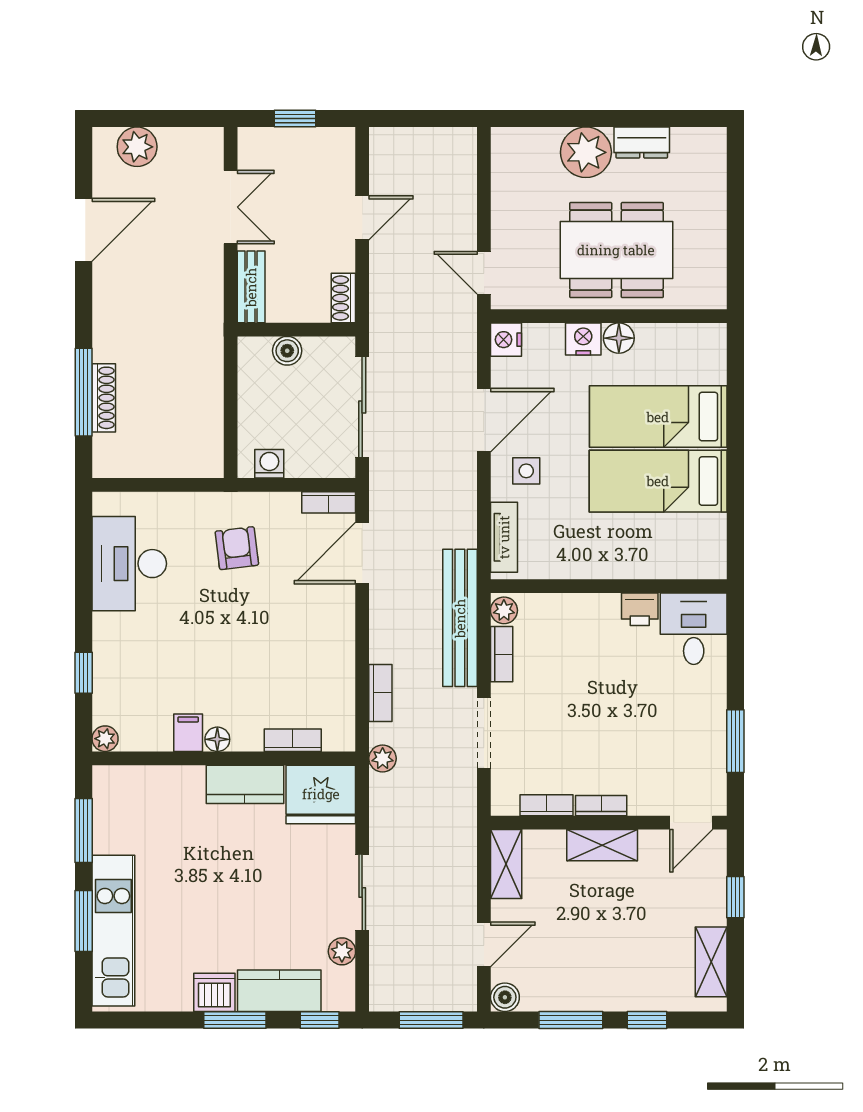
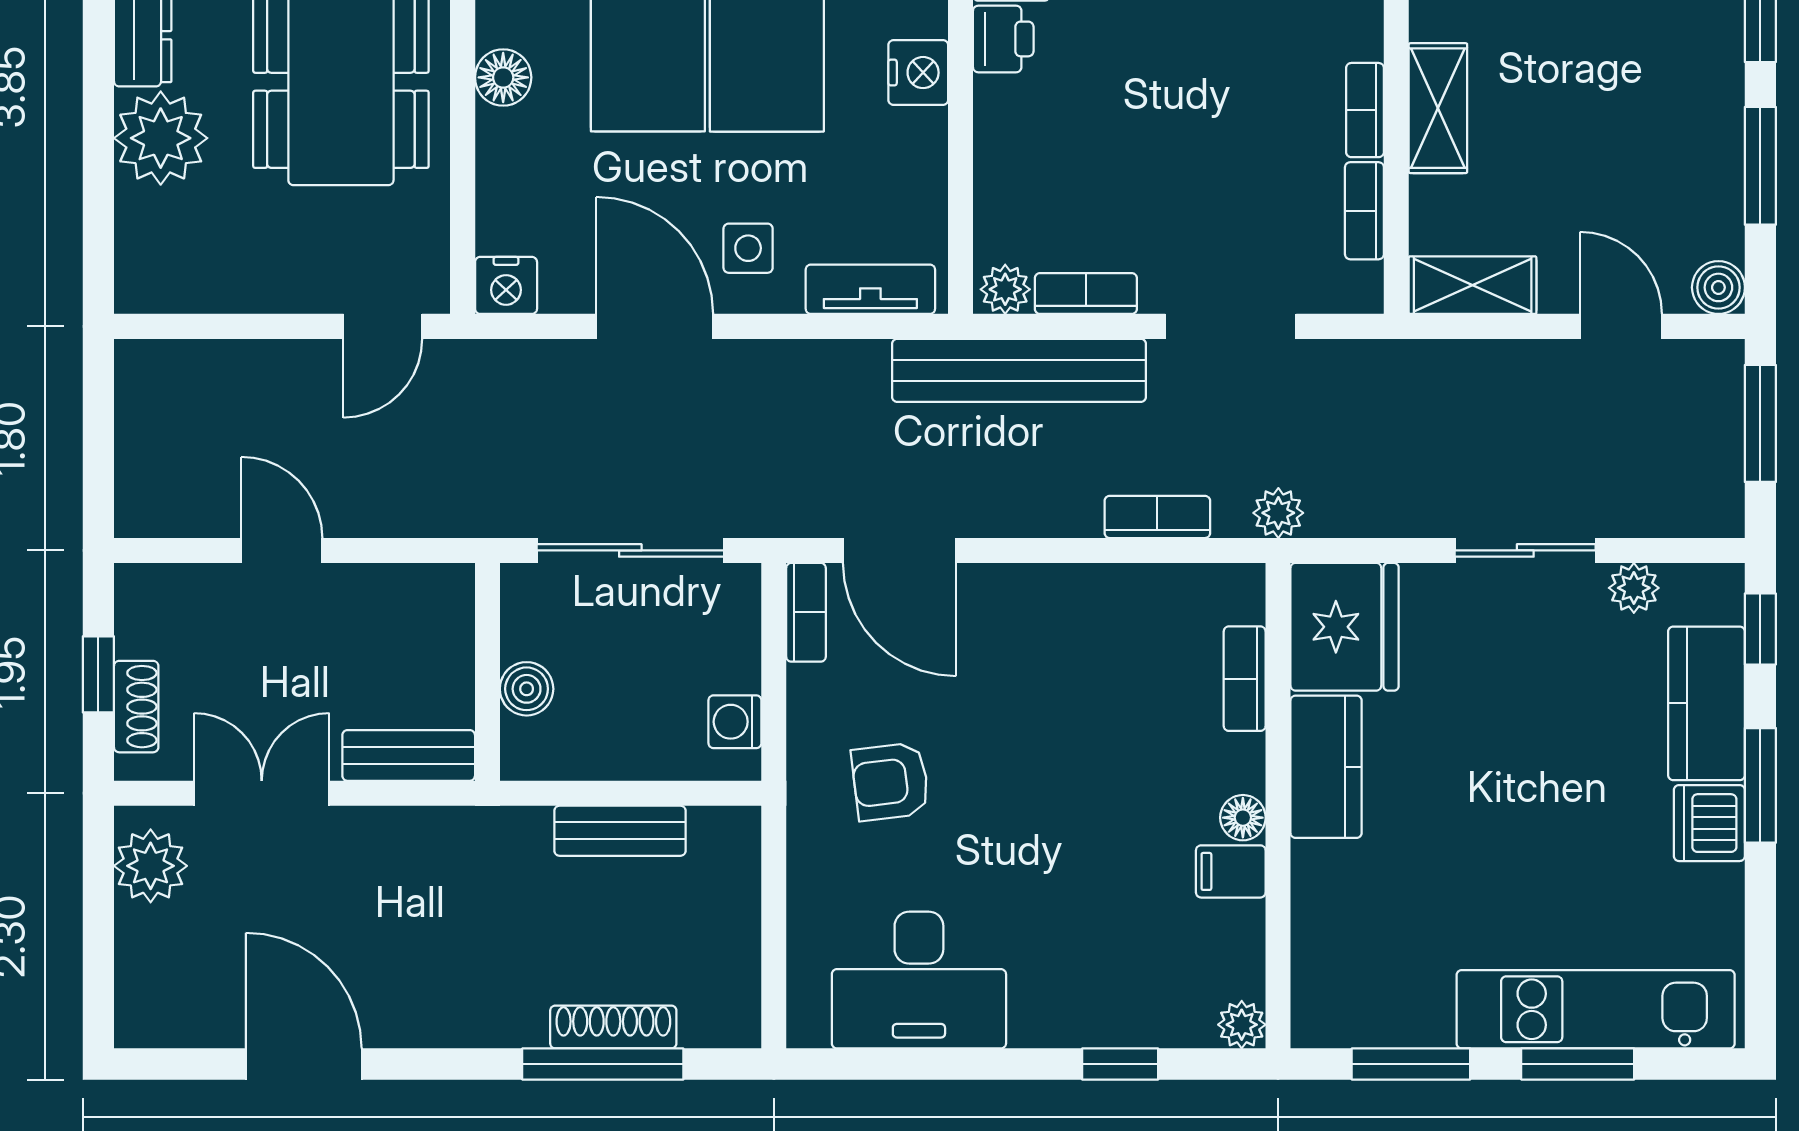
plant: (137, 147) -> (151, 866), moved
shoe rack: (343, 298) -> (136, 707), moved, turned -90
nightstand: (583, 339) -> (918, 73), moved, turned 180
bench: (210, 401) -> (620, 831), added

